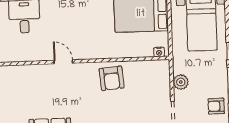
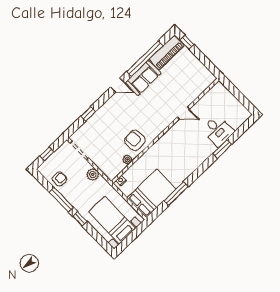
door: (63, 62) -> (183, 113), moved
plant: (135, 66) -> (128, 160), added

